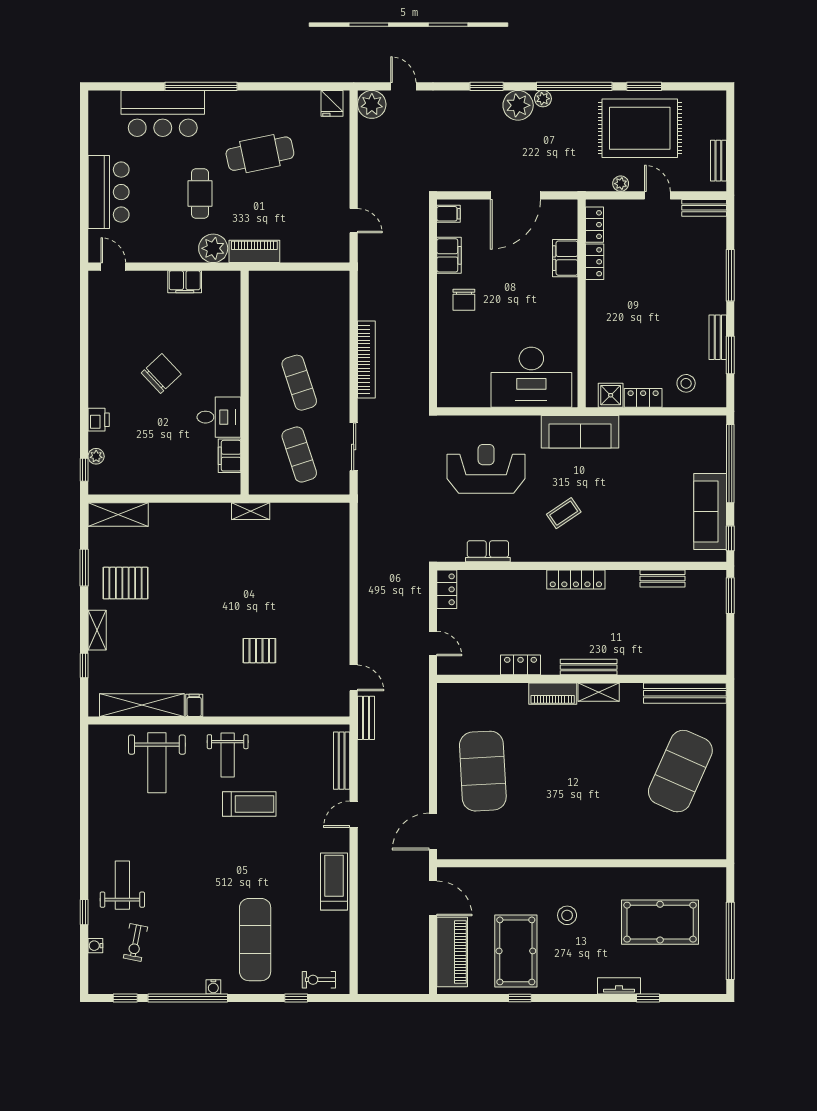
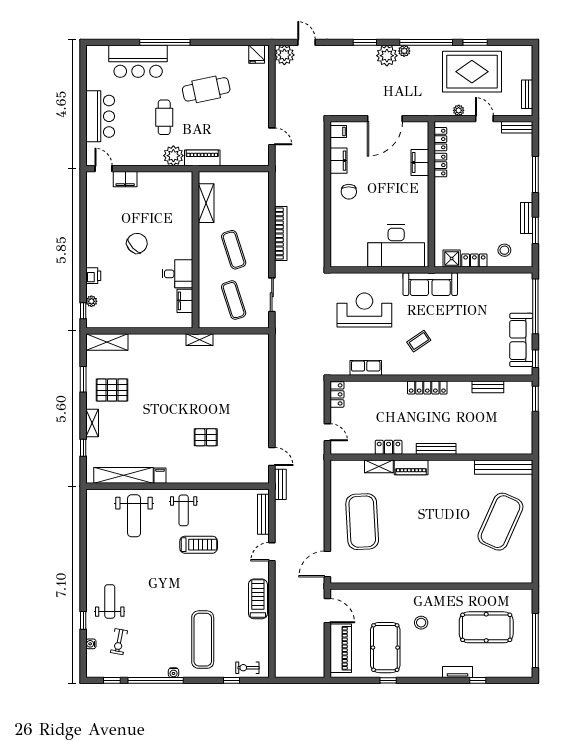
filing cabinet: (185, 282) -> (125, 179), moved
shelving: (260, 316) -> (206, 203), added
shelving: (599, 692) -> (379, 466), moved

